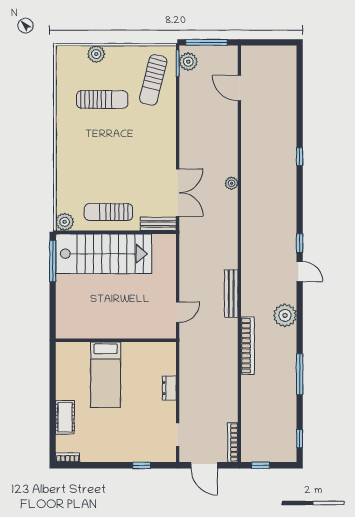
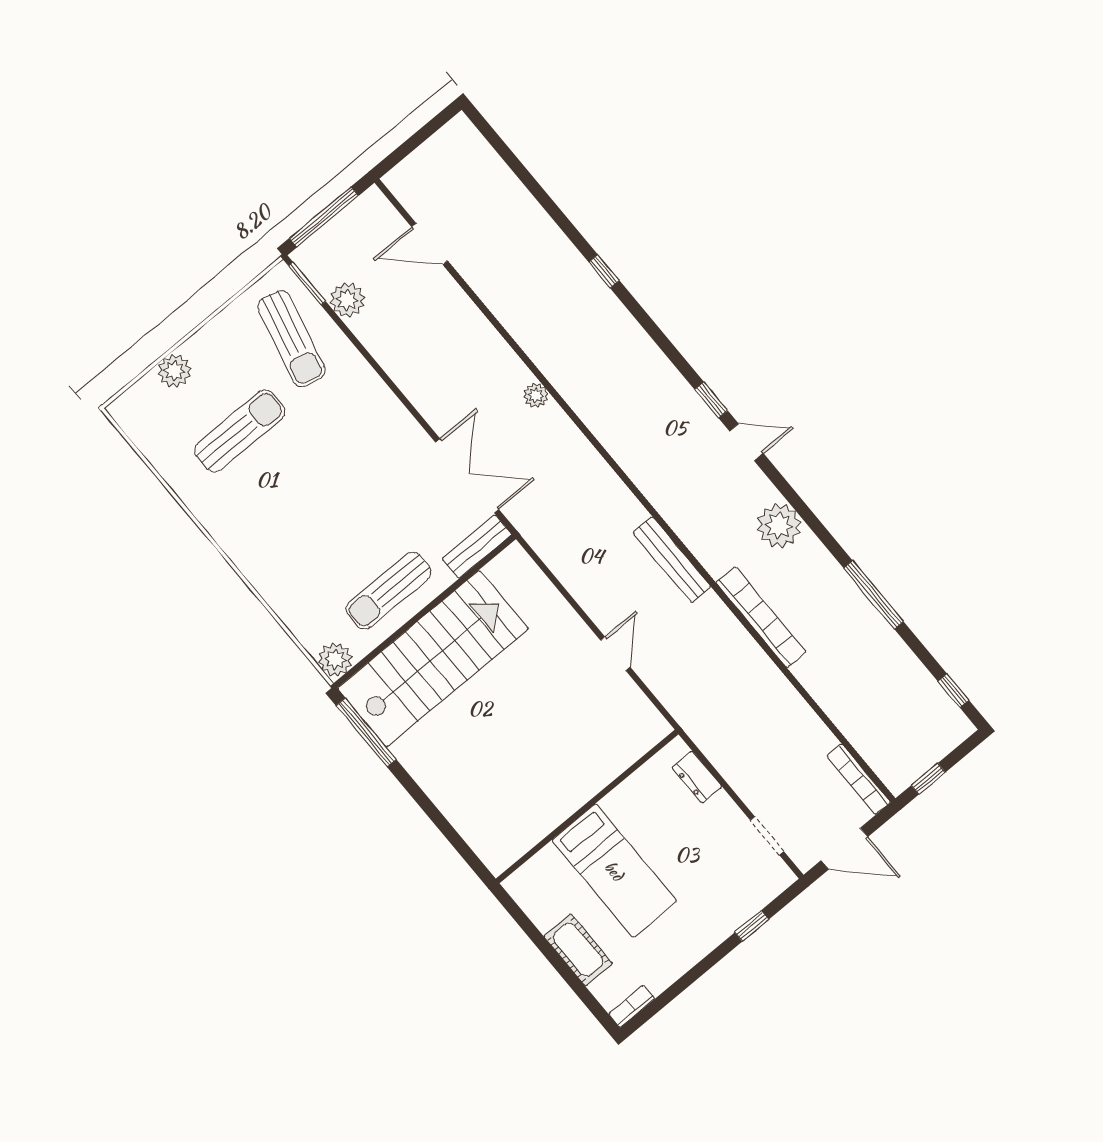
plant: (188, 62) -> (347, 300), moved
wall: (116, 340) -> (587, 806), moved
bed: (106, 375) -> (614, 871), moved

